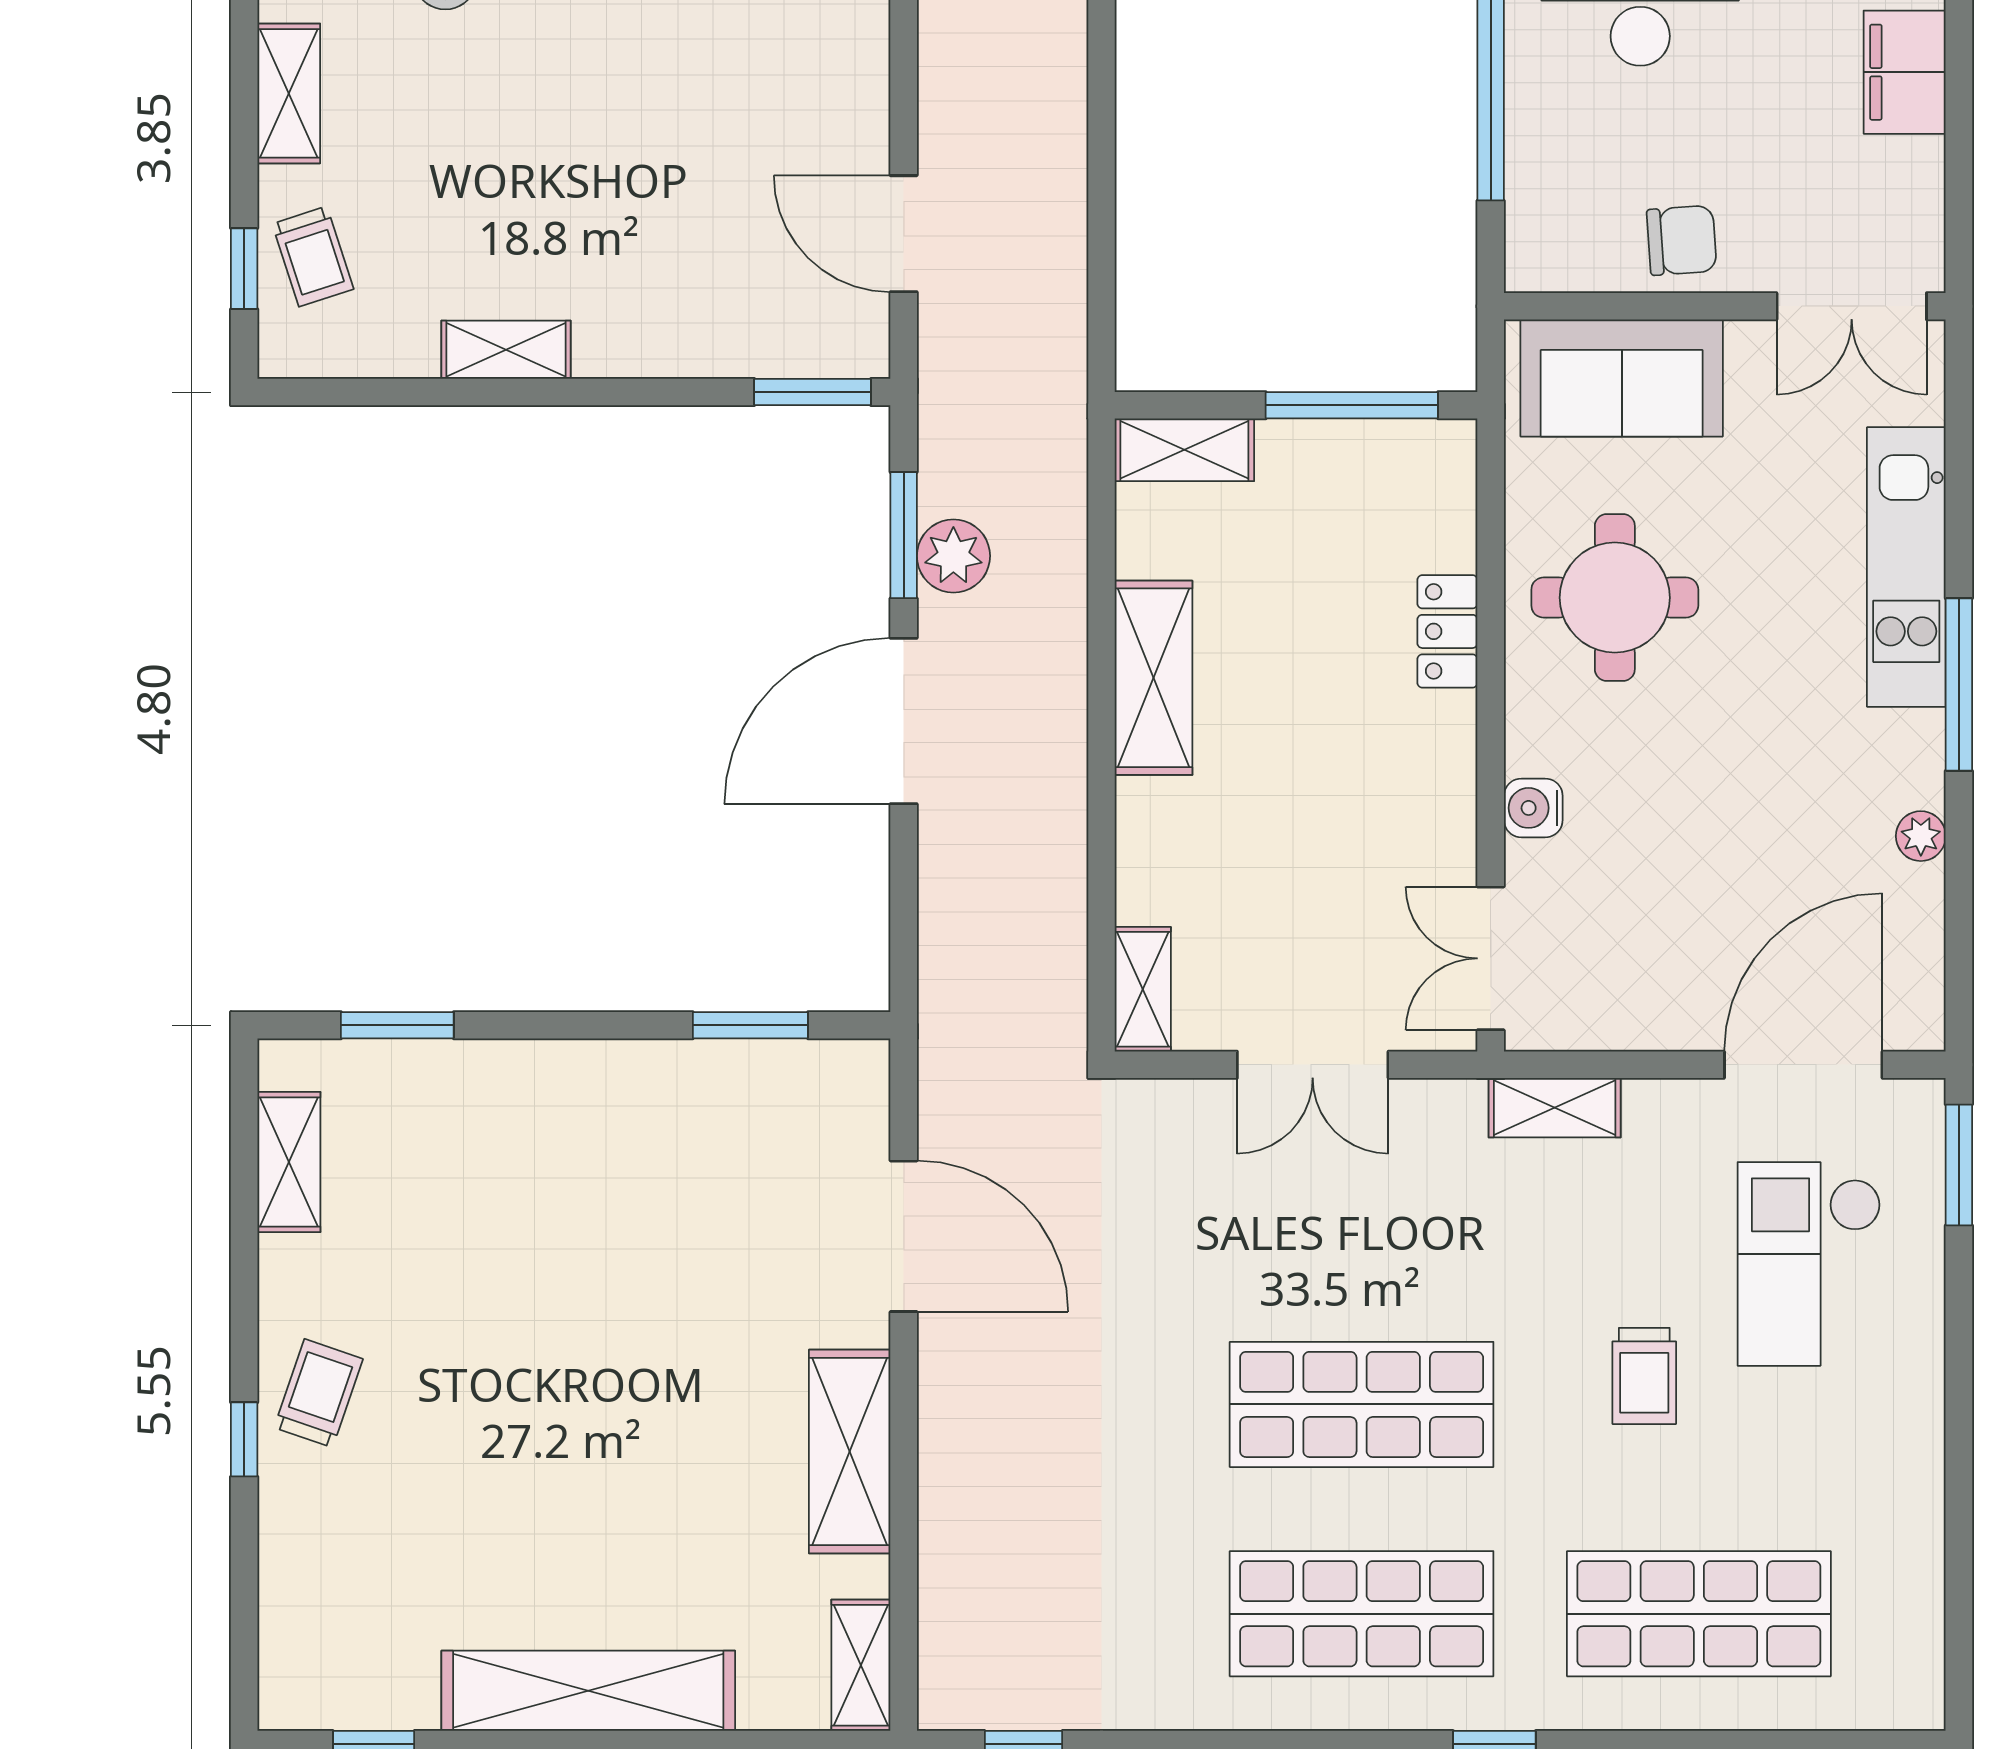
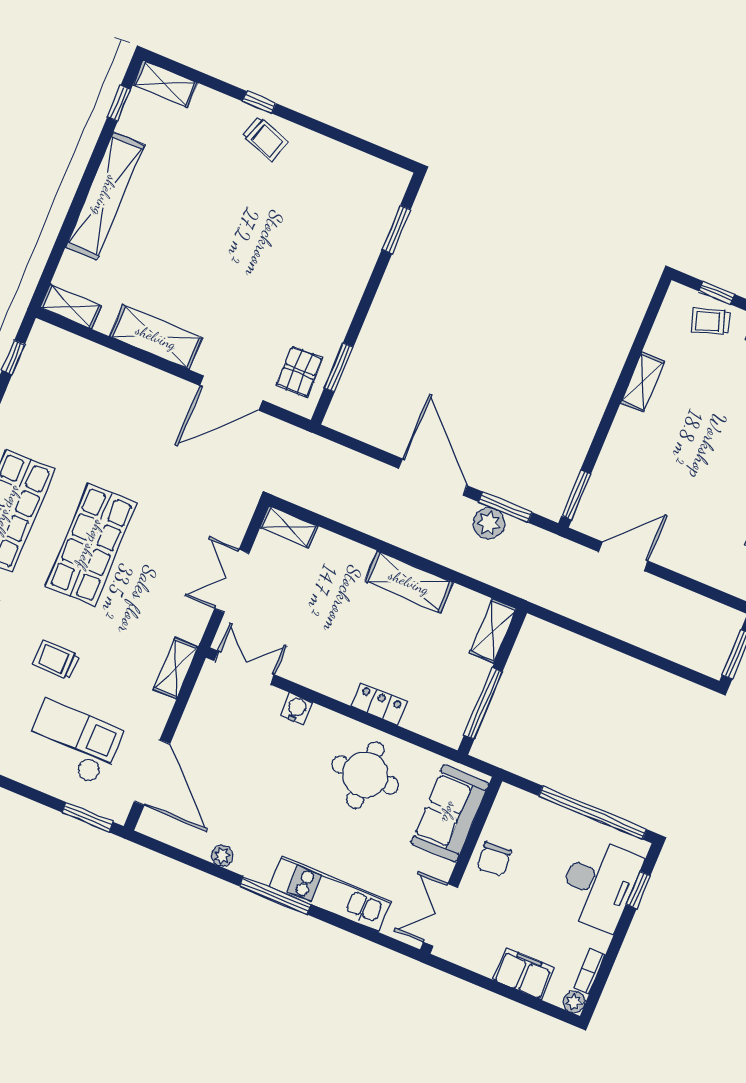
pallet: (795, 1107) -> (299, 372), added
shelving: (289, 1162) -> (165, 84), moved

